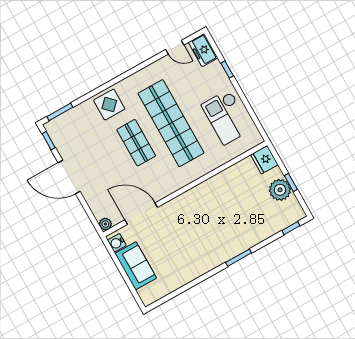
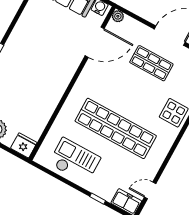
shop shelf: (136, 143) -> (151, 63), moved

